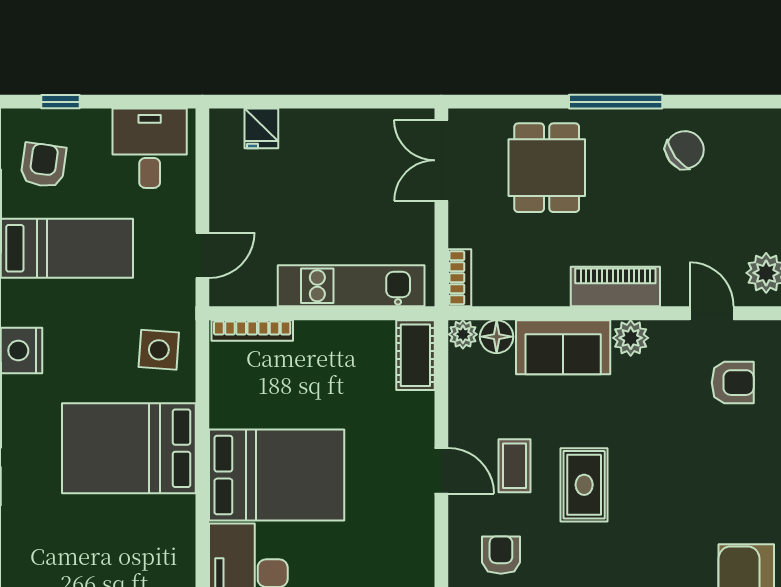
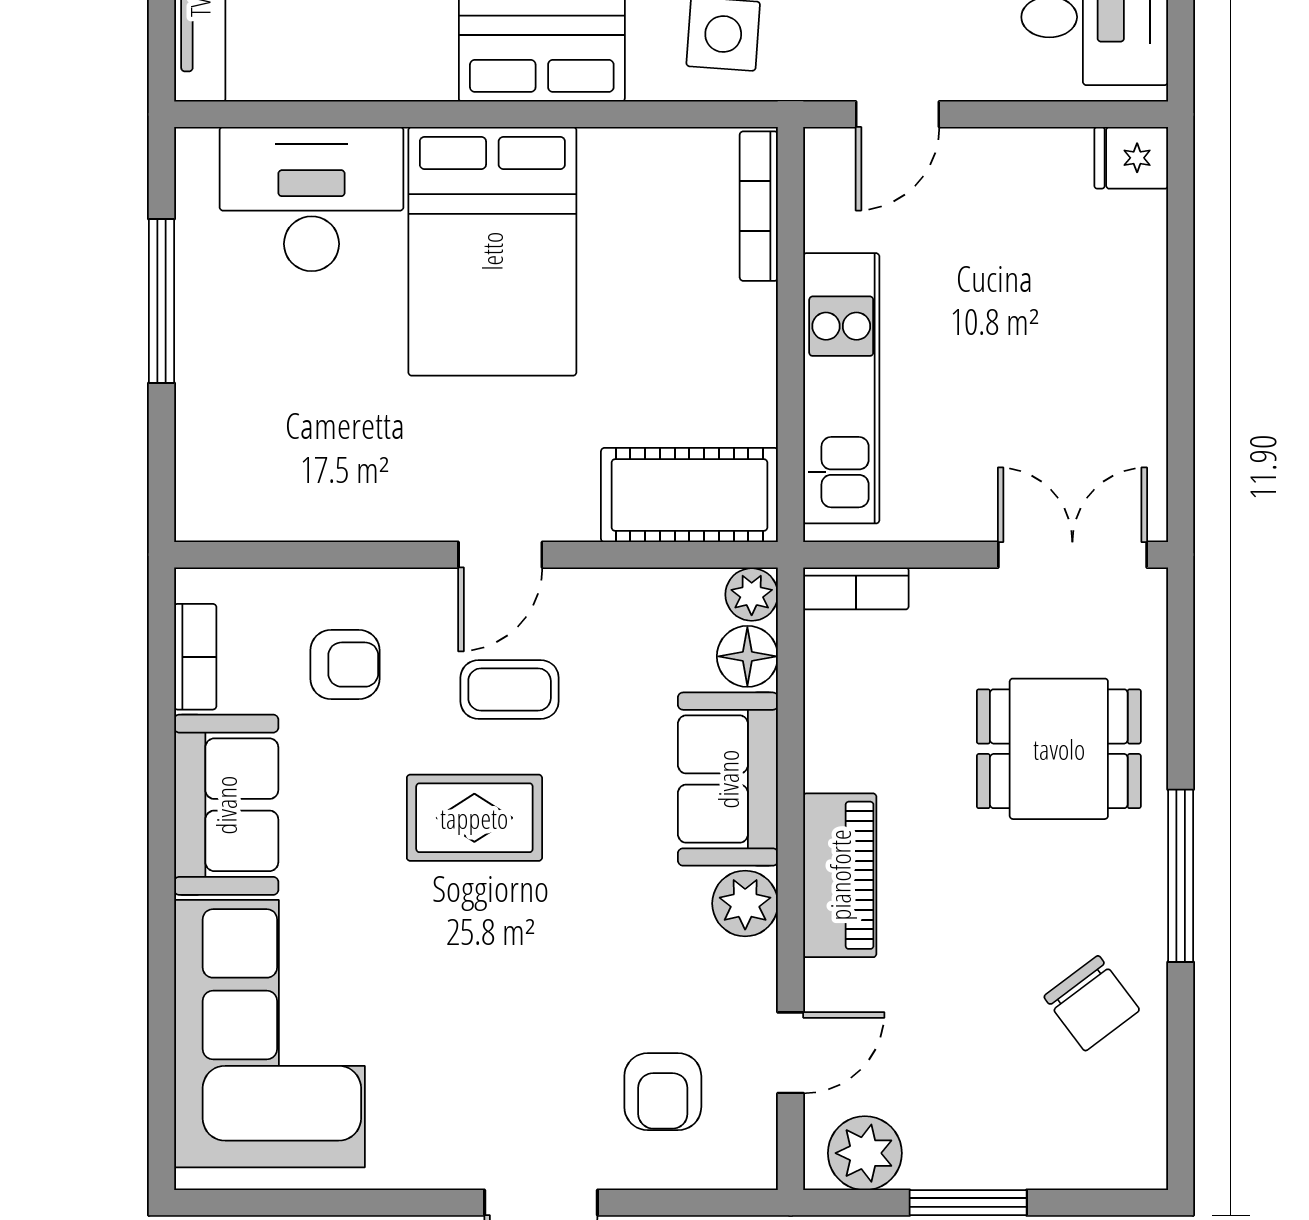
fridge: (261, 128) -> (1131, 158), moved
door: (202, 255) -> (898, 114), hinge flipped
cot: (415, 355) -> (689, 495), width x1.37, depth x1.34

